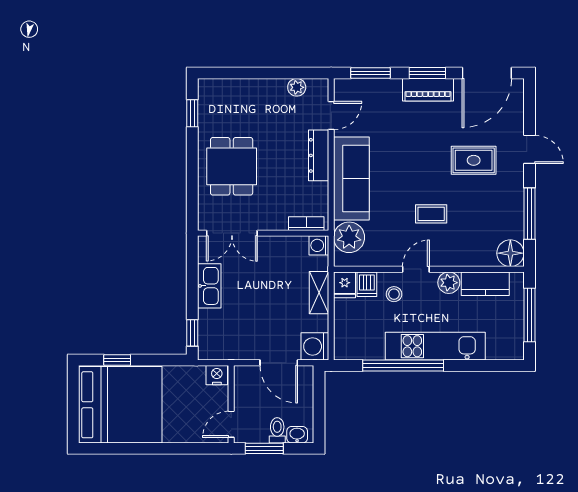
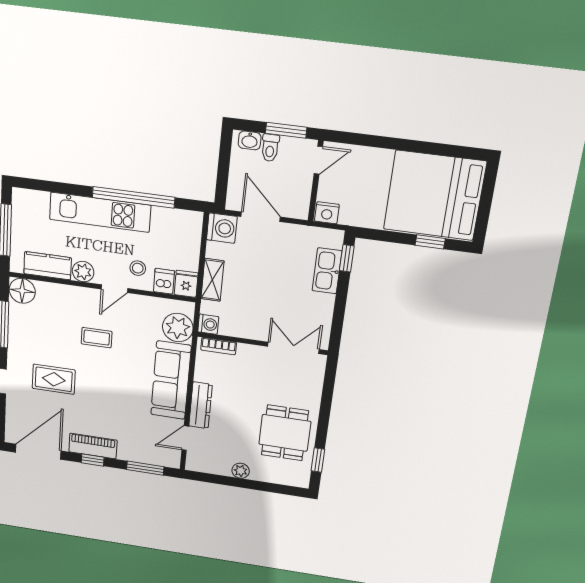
window: (427, 73) -> (93, 460), width x0.67
plant: (297, 87) -> (241, 471), moved
dining table: (232, 166) -> (285, 433), moved
kitchen sink: (209, 286) -> (327, 271), moved

